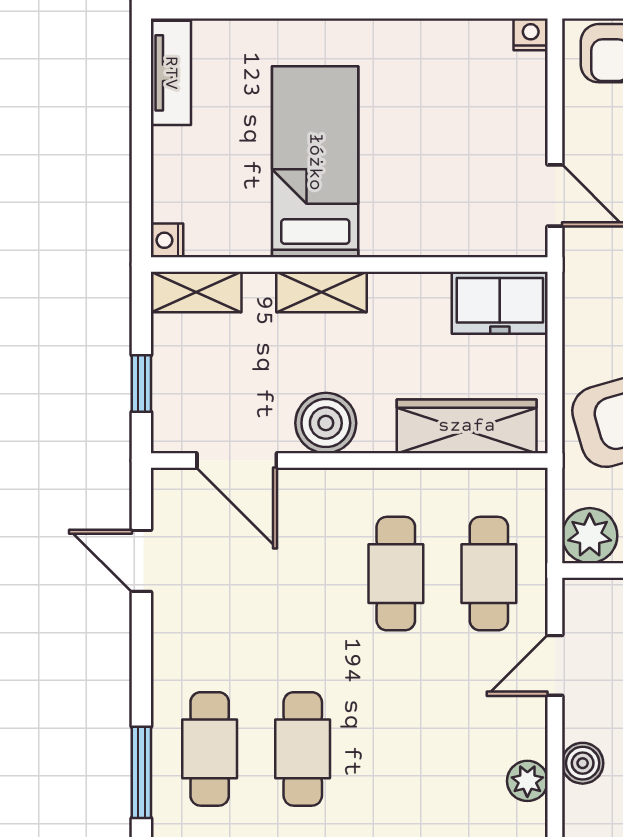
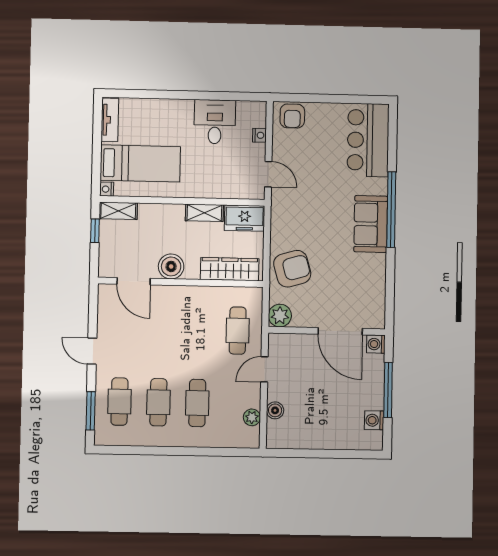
nightstand: (531, 34) -> (259, 135), moved, turned 90
desk: (423, 72) -> (215, 122), added
bed: (315, 162) -> (140, 163), moved, turned 90
shelving: (322, 292) -> (204, 213), moved
window: (141, 383) -> (95, 231), moved
door: (141, 561) -> (92, 351), moved
cafe table: (396, 574) -> (197, 403), moved

